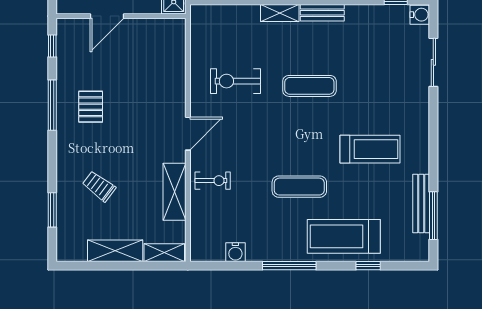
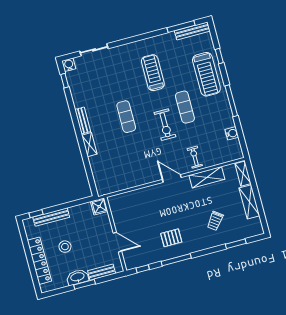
exercise bike: (235, 81) -> (165, 125), moved
bench: (421, 203) -> (192, 31), moved

